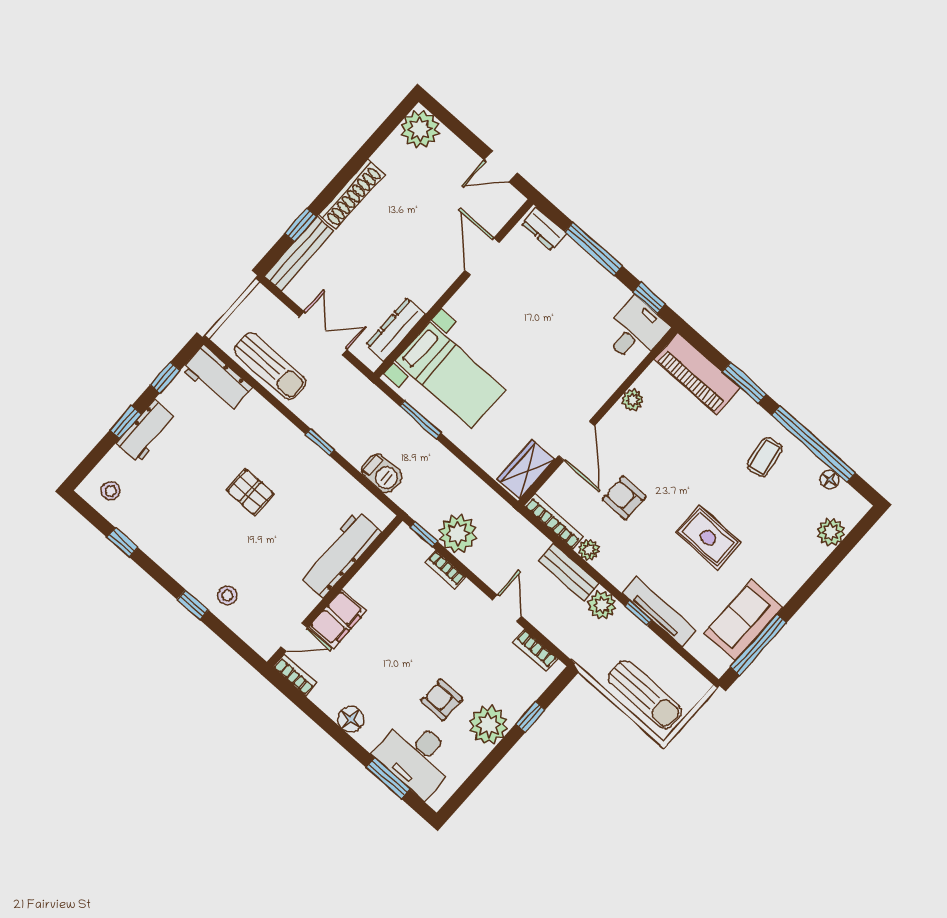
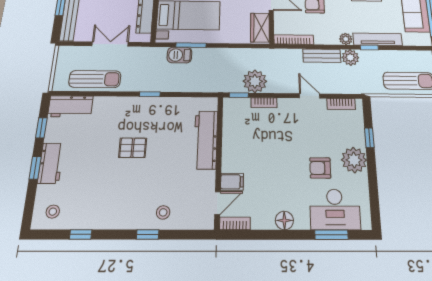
barbecue: (382, 474) -> (179, 55), moved, turned 180
plant: (589, 550) -> (346, 39), moved
filing cabinet: (338, 619) -> (232, 182), width x0.50

